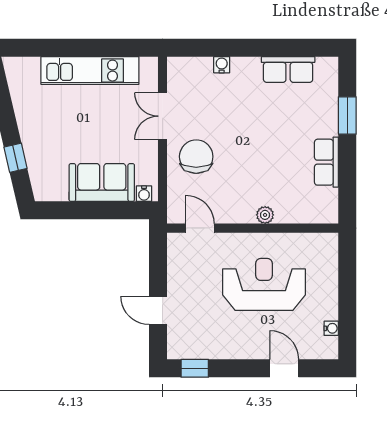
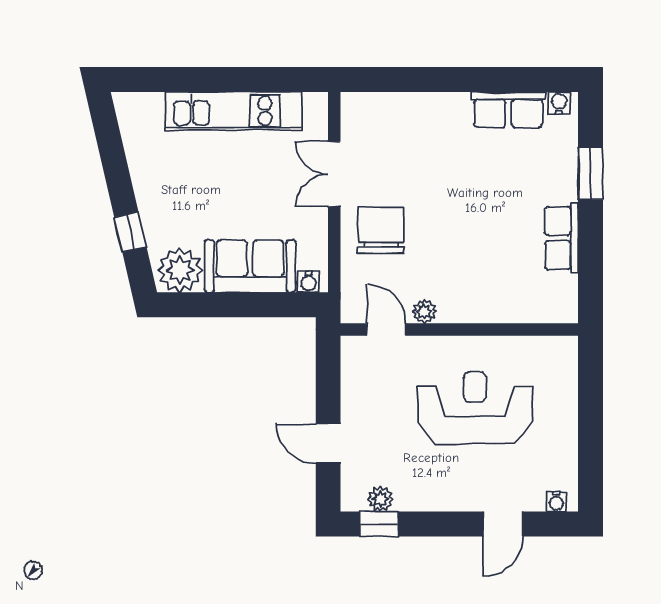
water cooler: (222, 65) -> (559, 103), moved
plant: (51, 185) -> (180, 270), added
plant: (265, 215) -> (424, 311), moved
water cooler: (331, 328) -> (556, 502), moved, turned 90
plant: (196, 350) -> (380, 499), added
door: (284, 368) -> (503, 524), swing flipped

